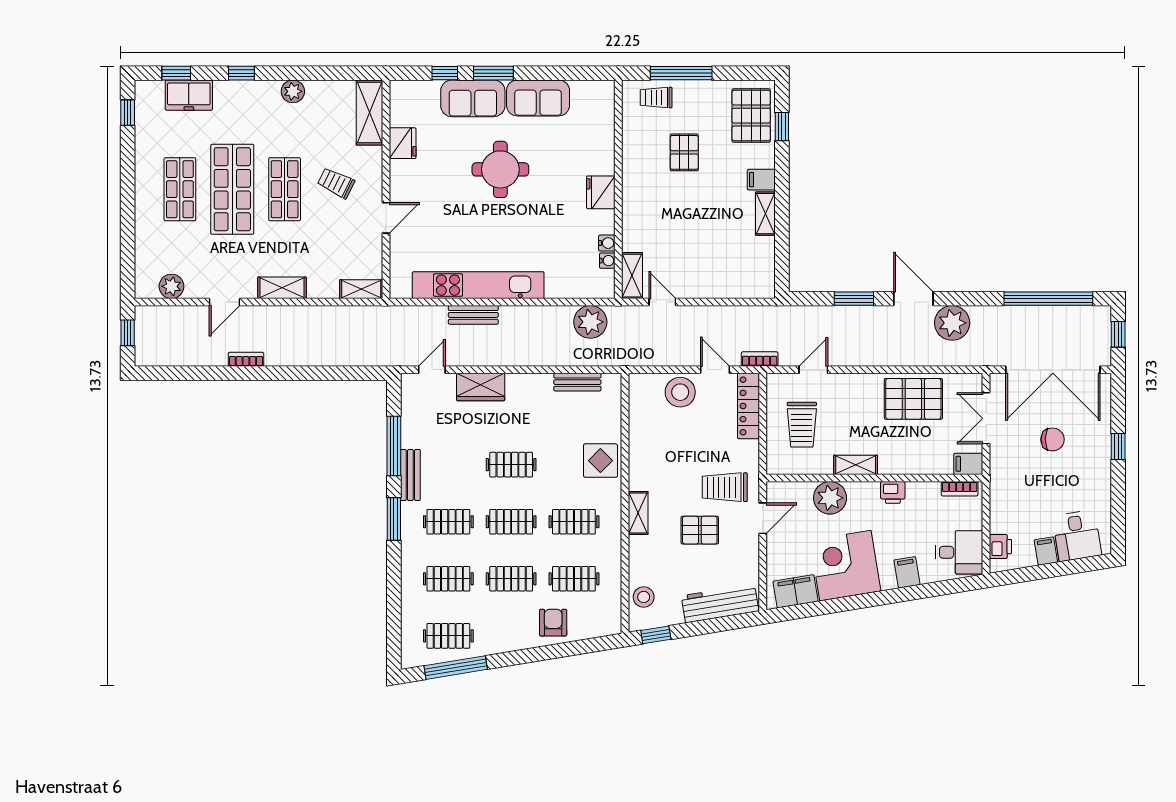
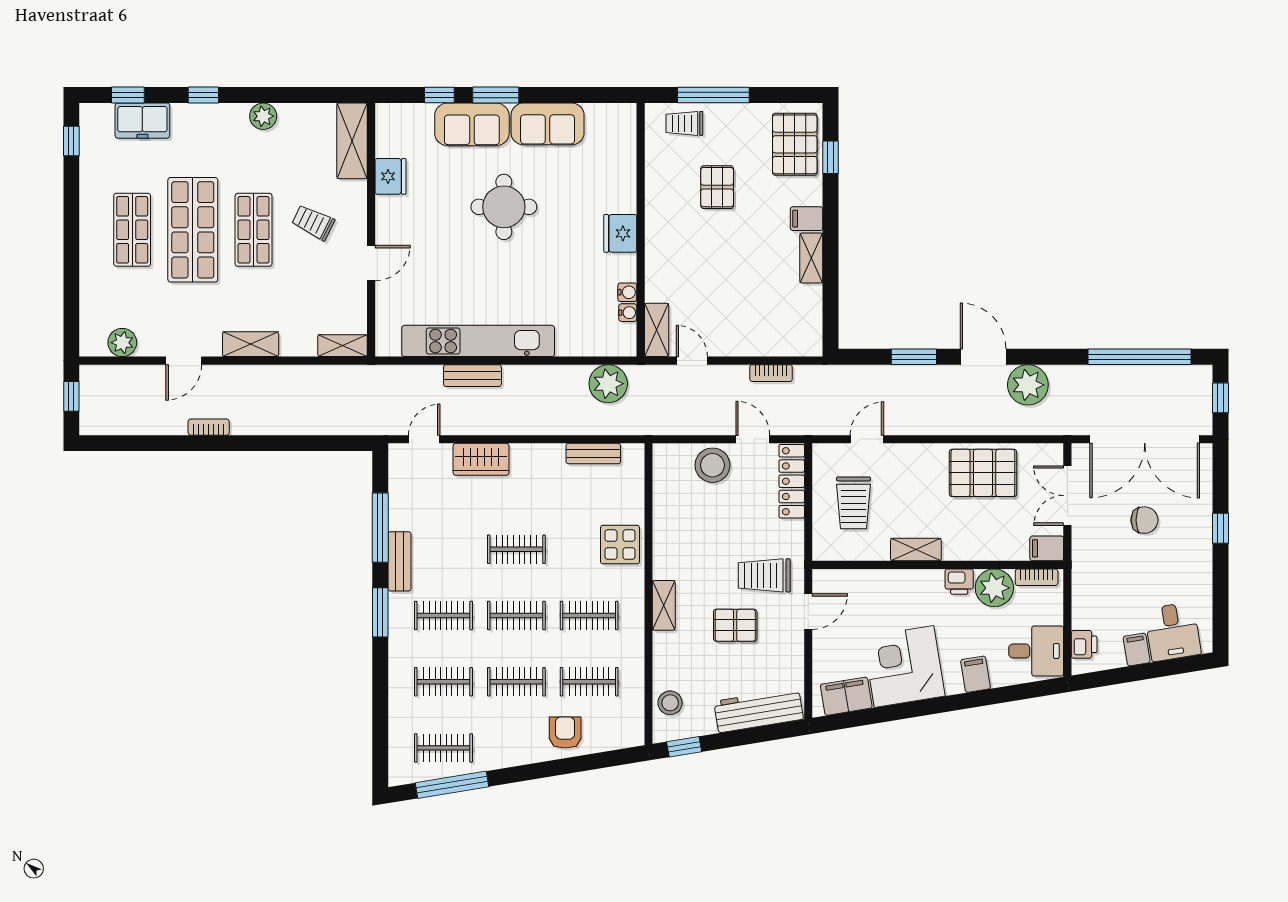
bookcase: (760, 359) -> (771, 373), moved, turned 180
plant: (830, 498) -> (994, 588), moved

